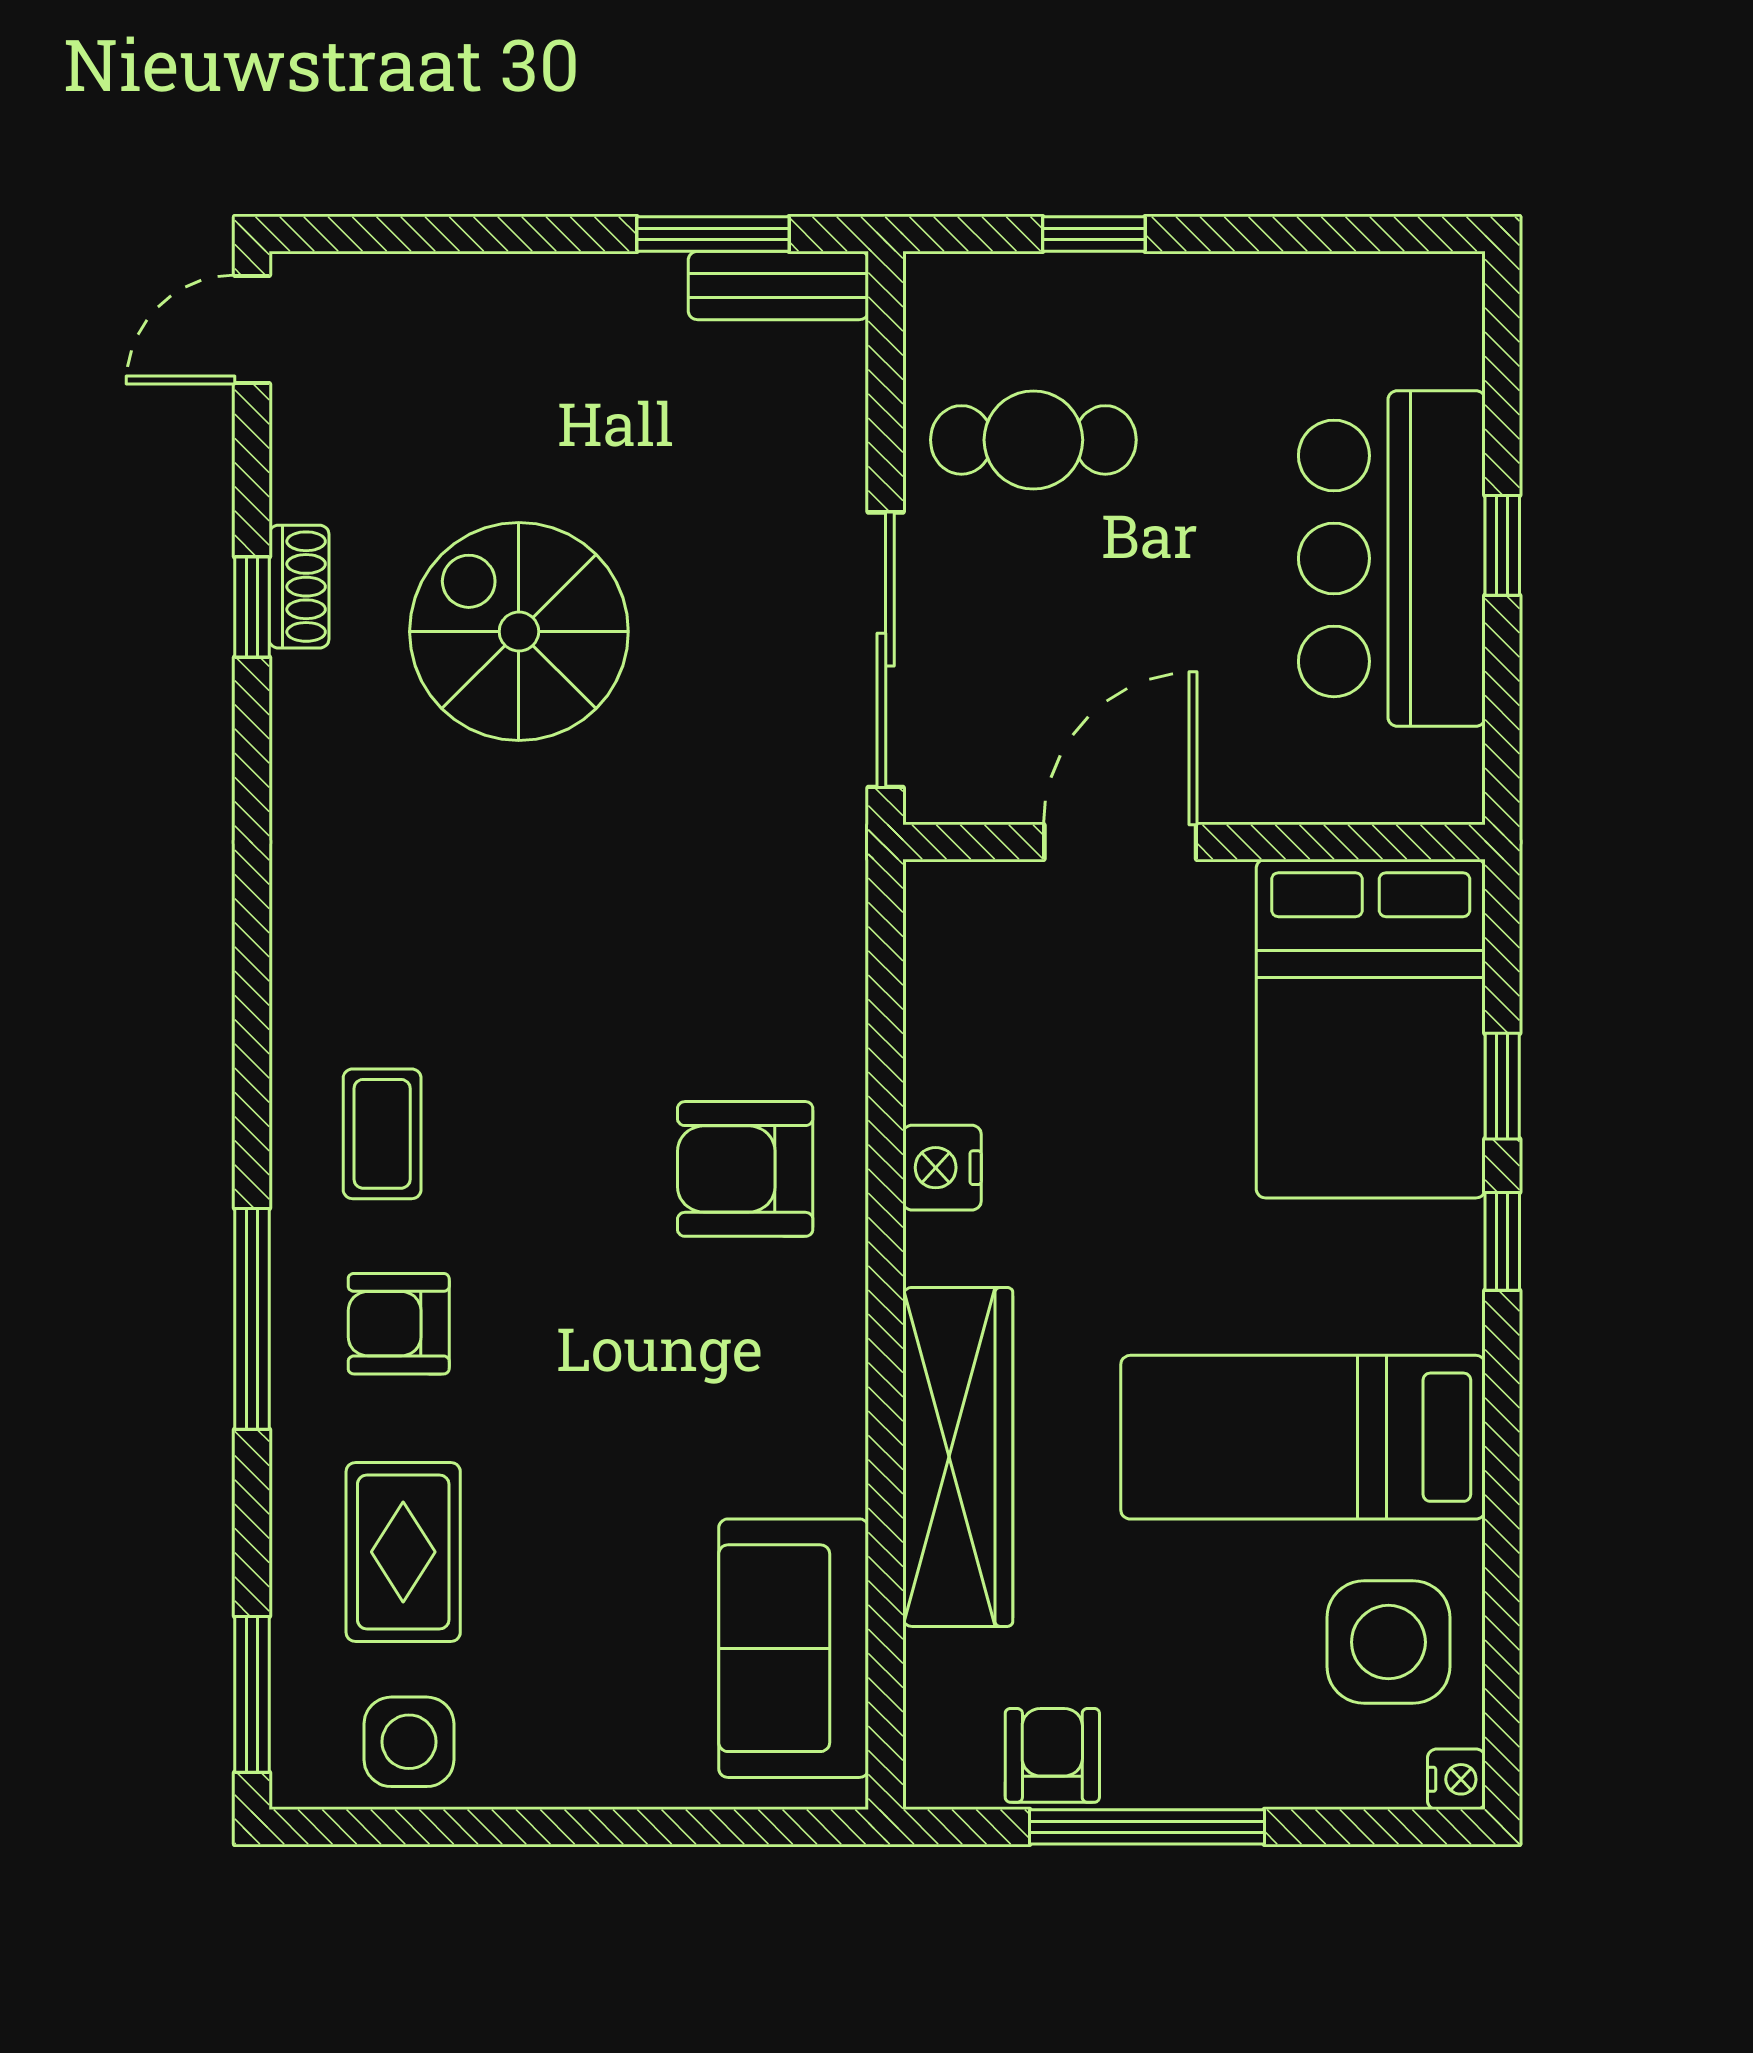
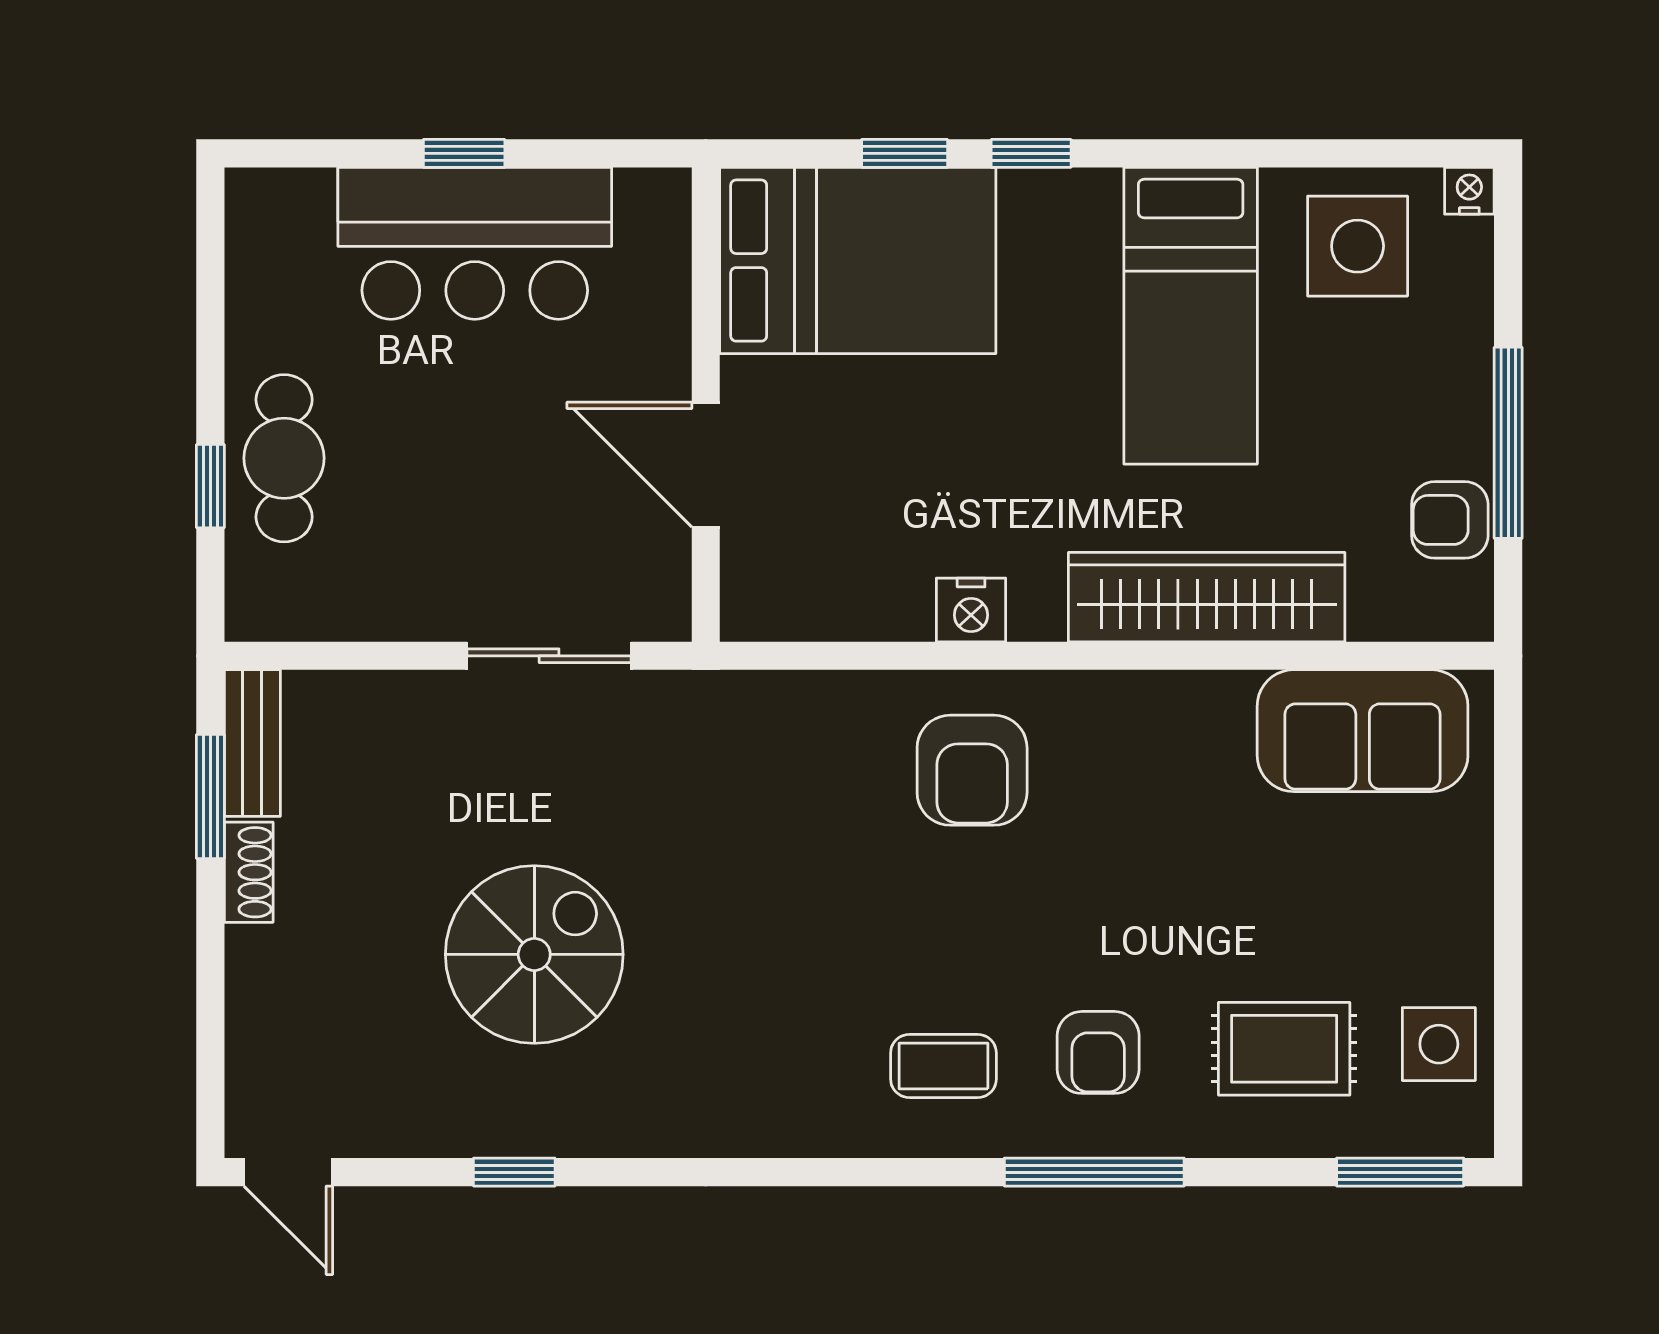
cafe table: (1033, 440) -> (284, 458), moved
shoe rack: (299, 587) -> (249, 872), moved, turned 90
spiral stairs: (519, 632) -> (534, 954), turned 180
sliding door: (886, 650) -> (549, 656), width x0.73

